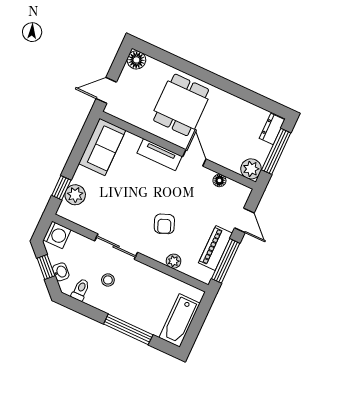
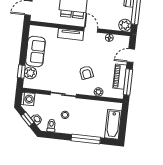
sofa: (102, 147) -> (35, 51), moved
door: (244, 220) -> (131, 56), swing flipped

